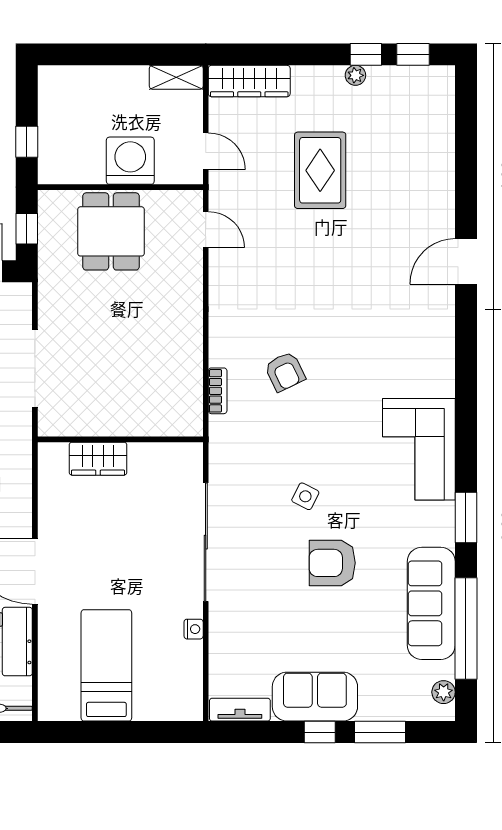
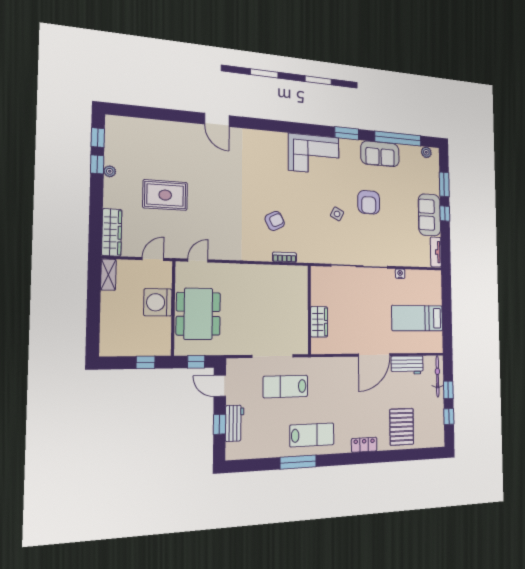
dining table: (111, 231) -> (198, 314), width x1.37
sofa: (431, 603) -> (380, 154), width x0.73

